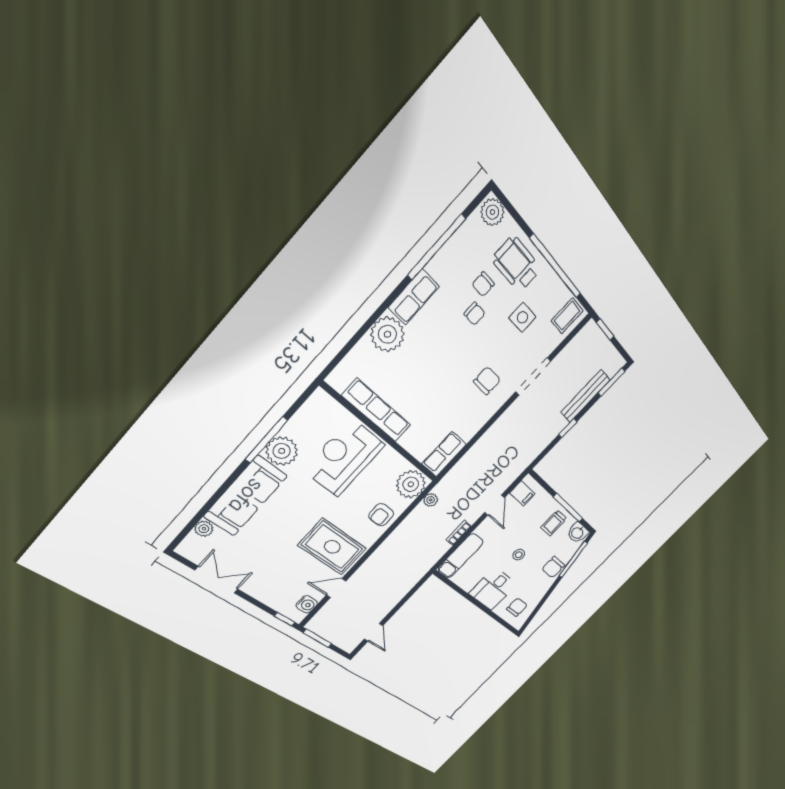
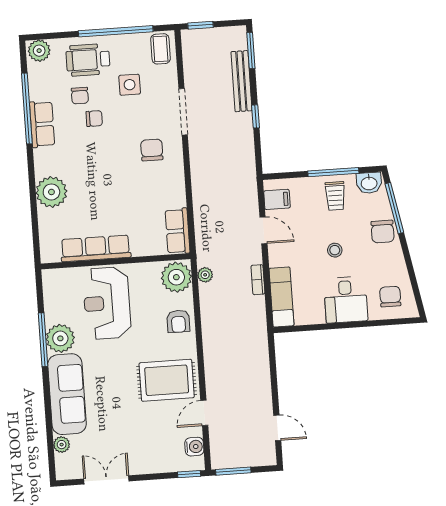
row of seats: (414, 297) -> (42, 124), moved

